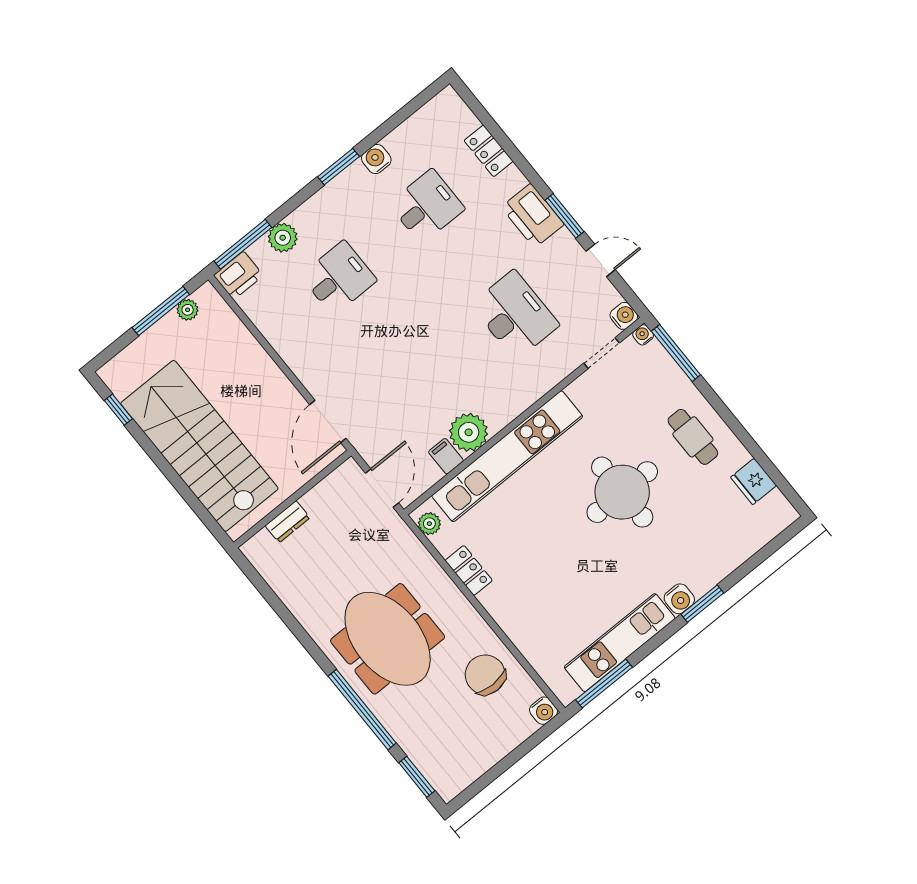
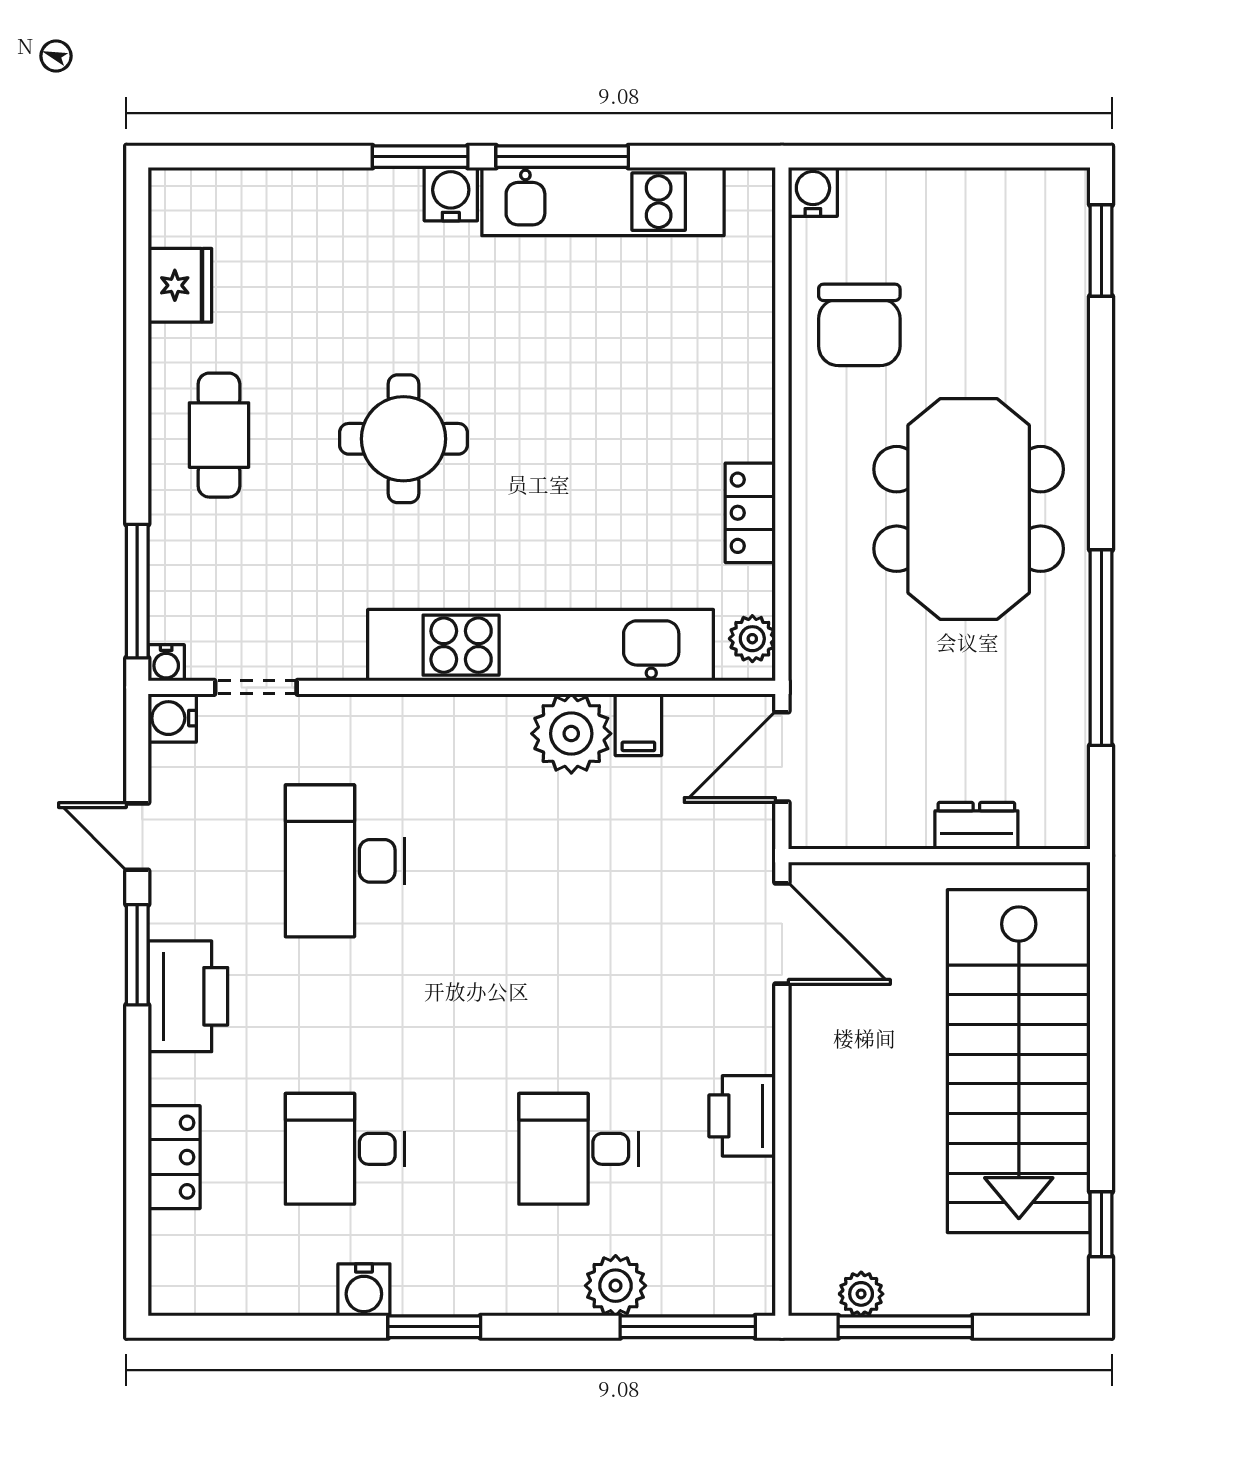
printer: (238, 276) -> (742, 1116), moved, turned -90
door: (328, 421) -> (782, 933), hinge flipped
round table: (622, 492) -> (404, 439), width x0.73, depth x0.73
window: (604, 683) -> (562, 157), moved
window: (362, 710) -> (1101, 648), moved

